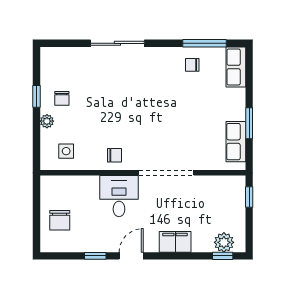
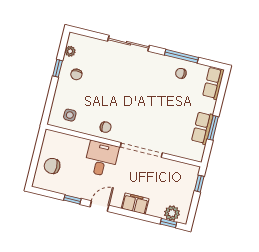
window: (204, 43) -> (181, 56), moved
plant: (47, 121) -> (70, 51), moved
row of seats: (236, 142) -> (202, 128), moved
chair: (60, 220) -> (52, 166), turned 90

